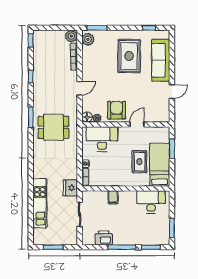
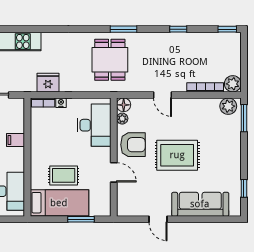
rug: (129, 56) -> (177, 155), moved
fridge: (70, 188) -> (48, 83), moved

